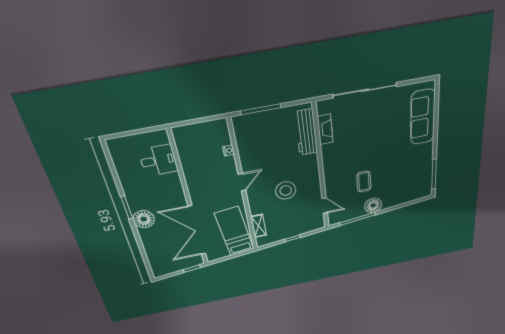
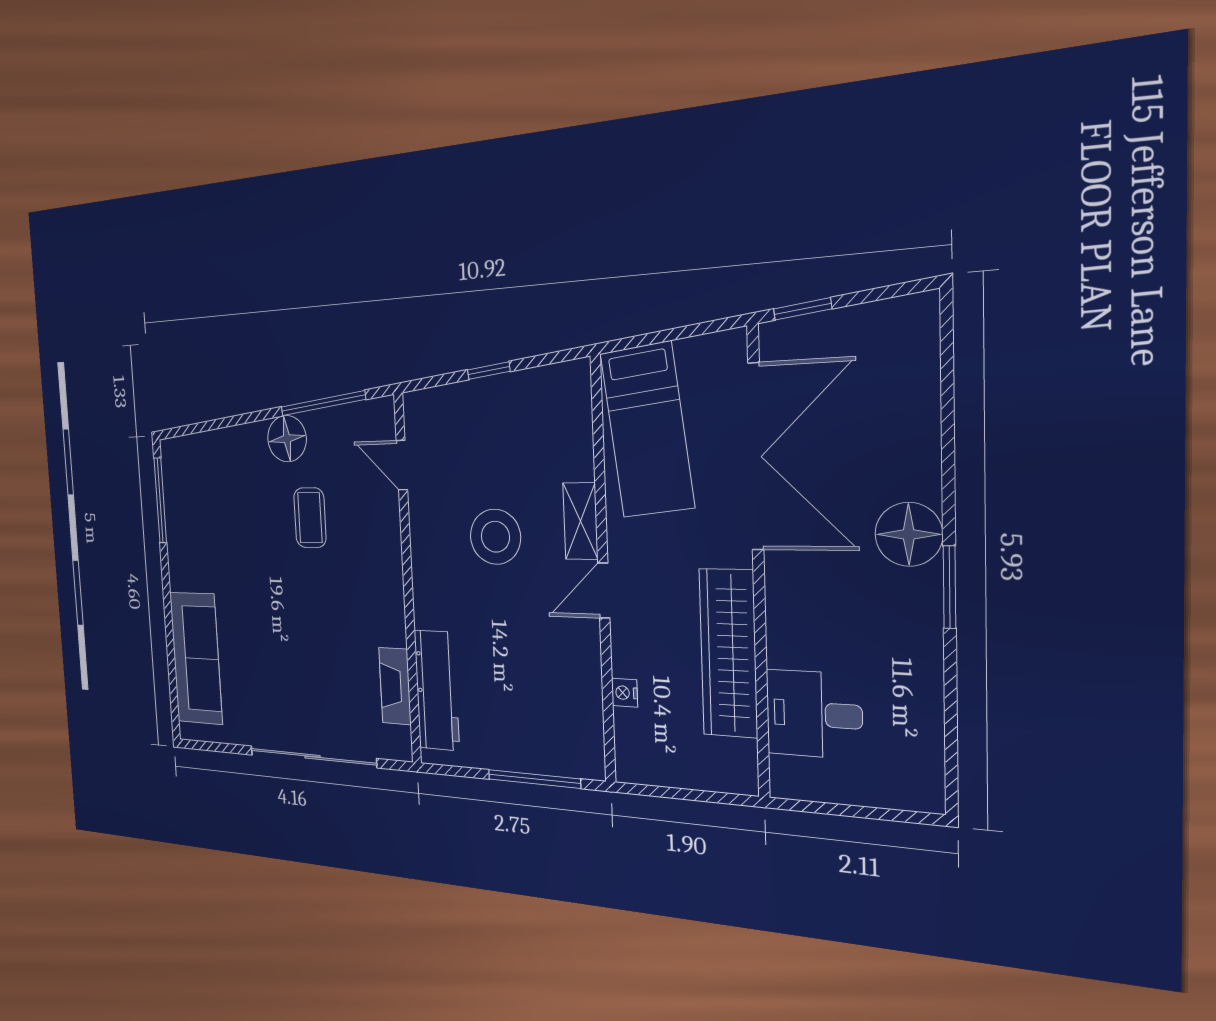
wardrobe: (193, 173) -> (728, 653), added
shelving: (259, 226) -> (580, 521), moved

